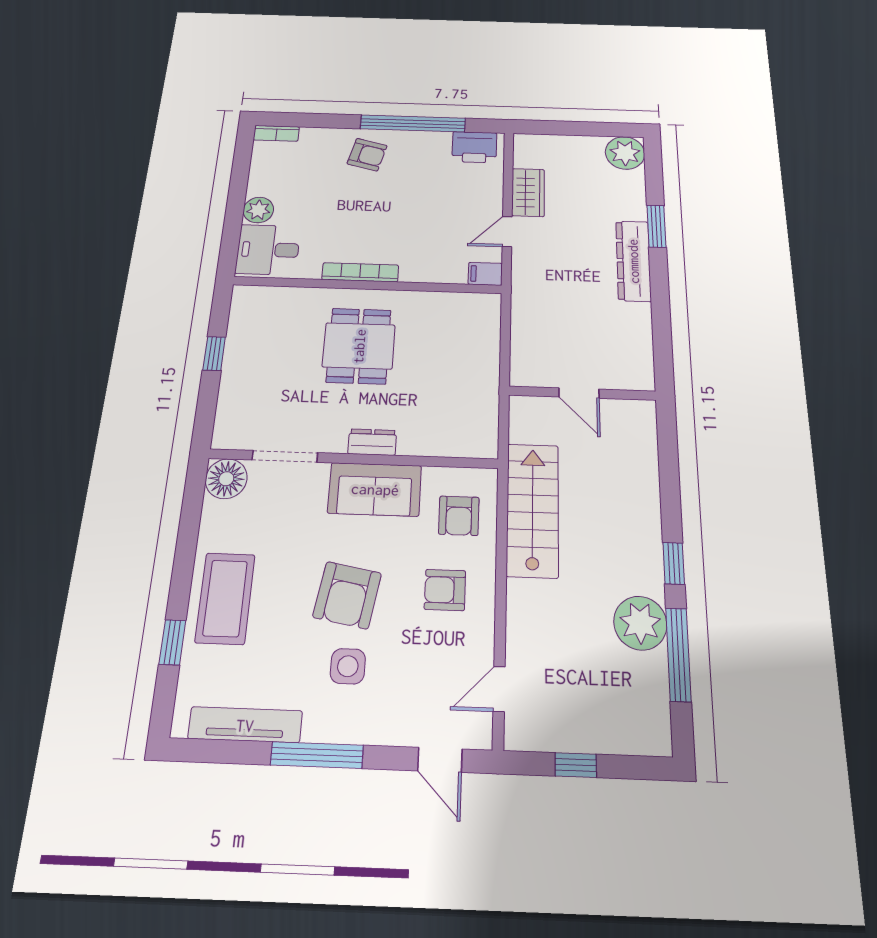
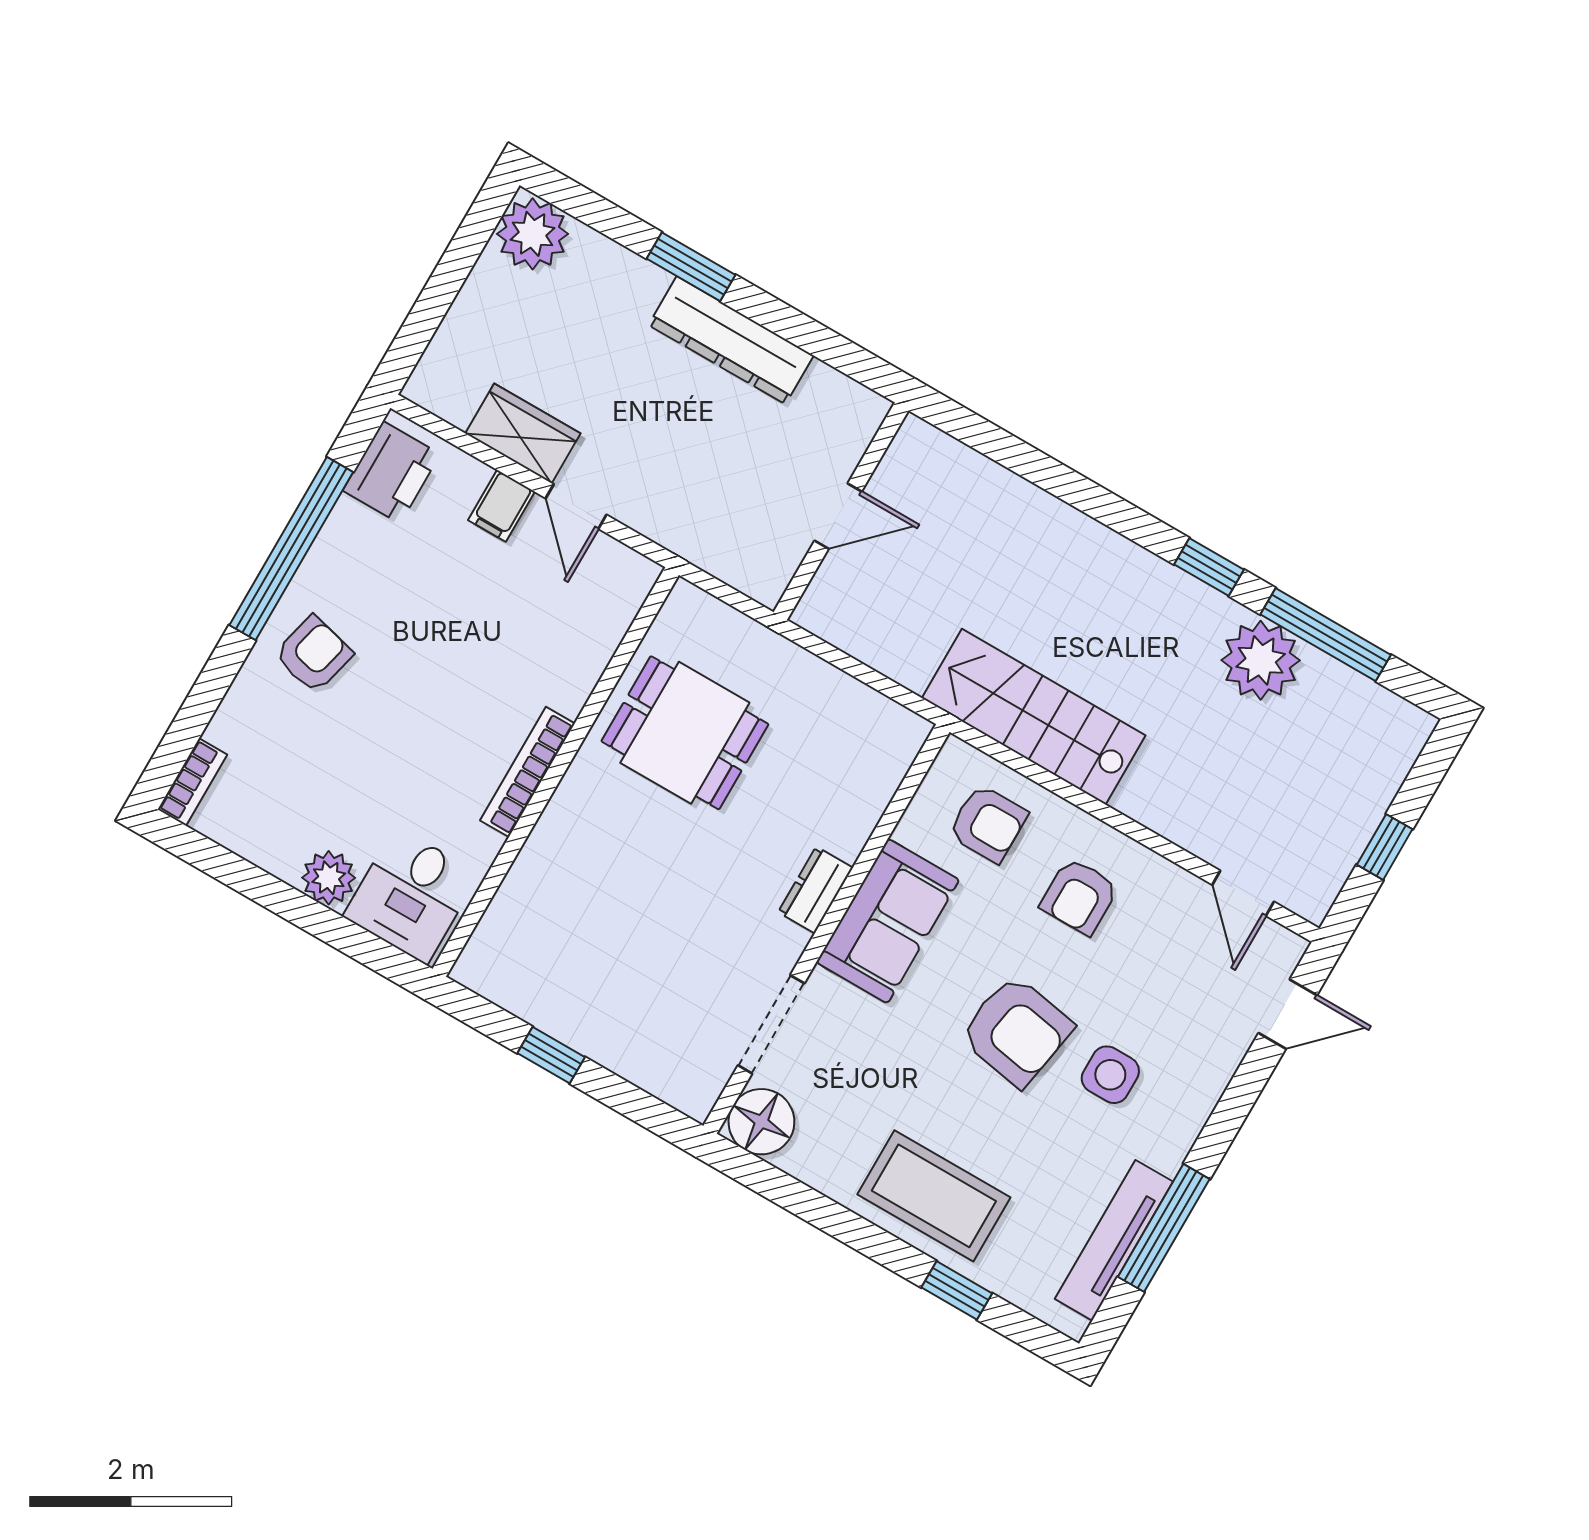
filing cabinet: (485, 274) -> (501, 506), moved
dining table: (359, 346) -> (685, 733), moved
door: (579, 393) -> (838, 516), moved
wall: (582, 393) -> (841, 511), moved
window: (317, 755) -> (1164, 1228), moved

